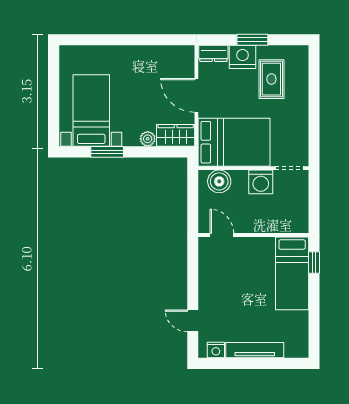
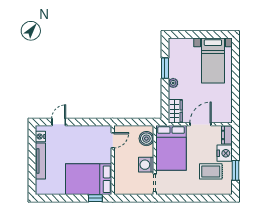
window: (252, 40) -> (235, 170), moved
bed with nightstands: (91, 110) -> (213, 60), moved, turned 90
plant: (148, 139) -> (173, 83), moved
bed: (292, 273) -> (89, 179), width x1.50

